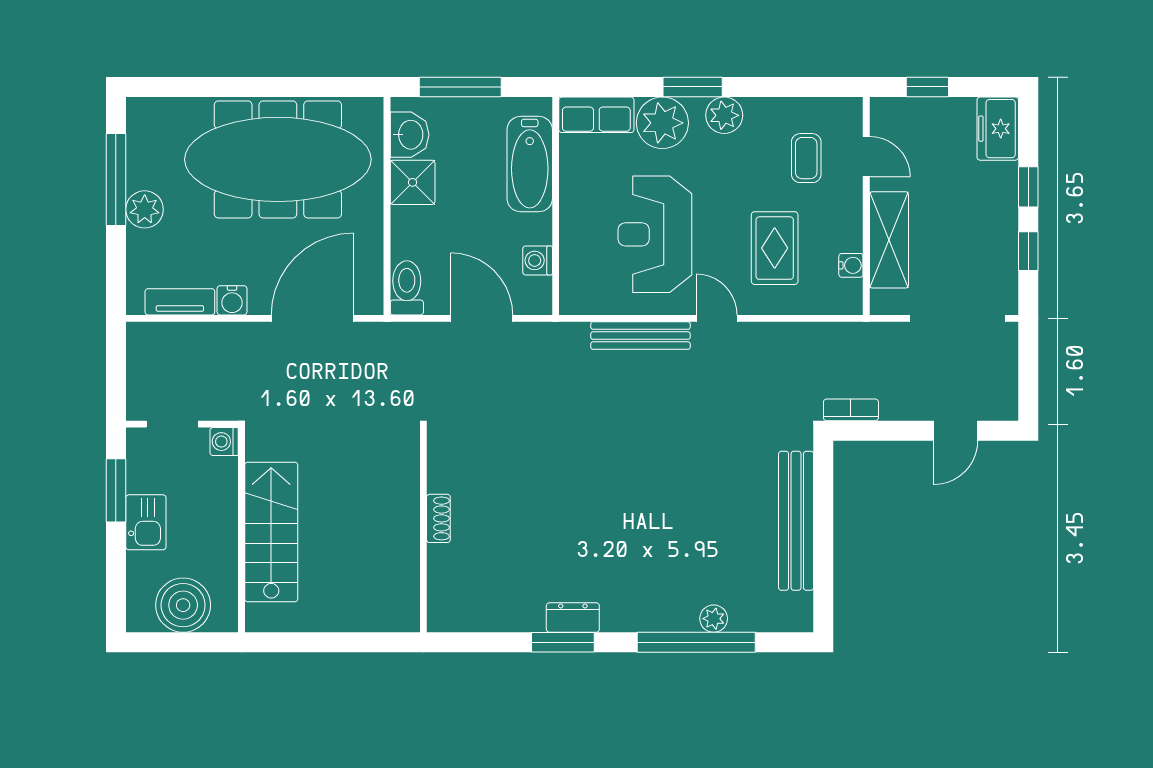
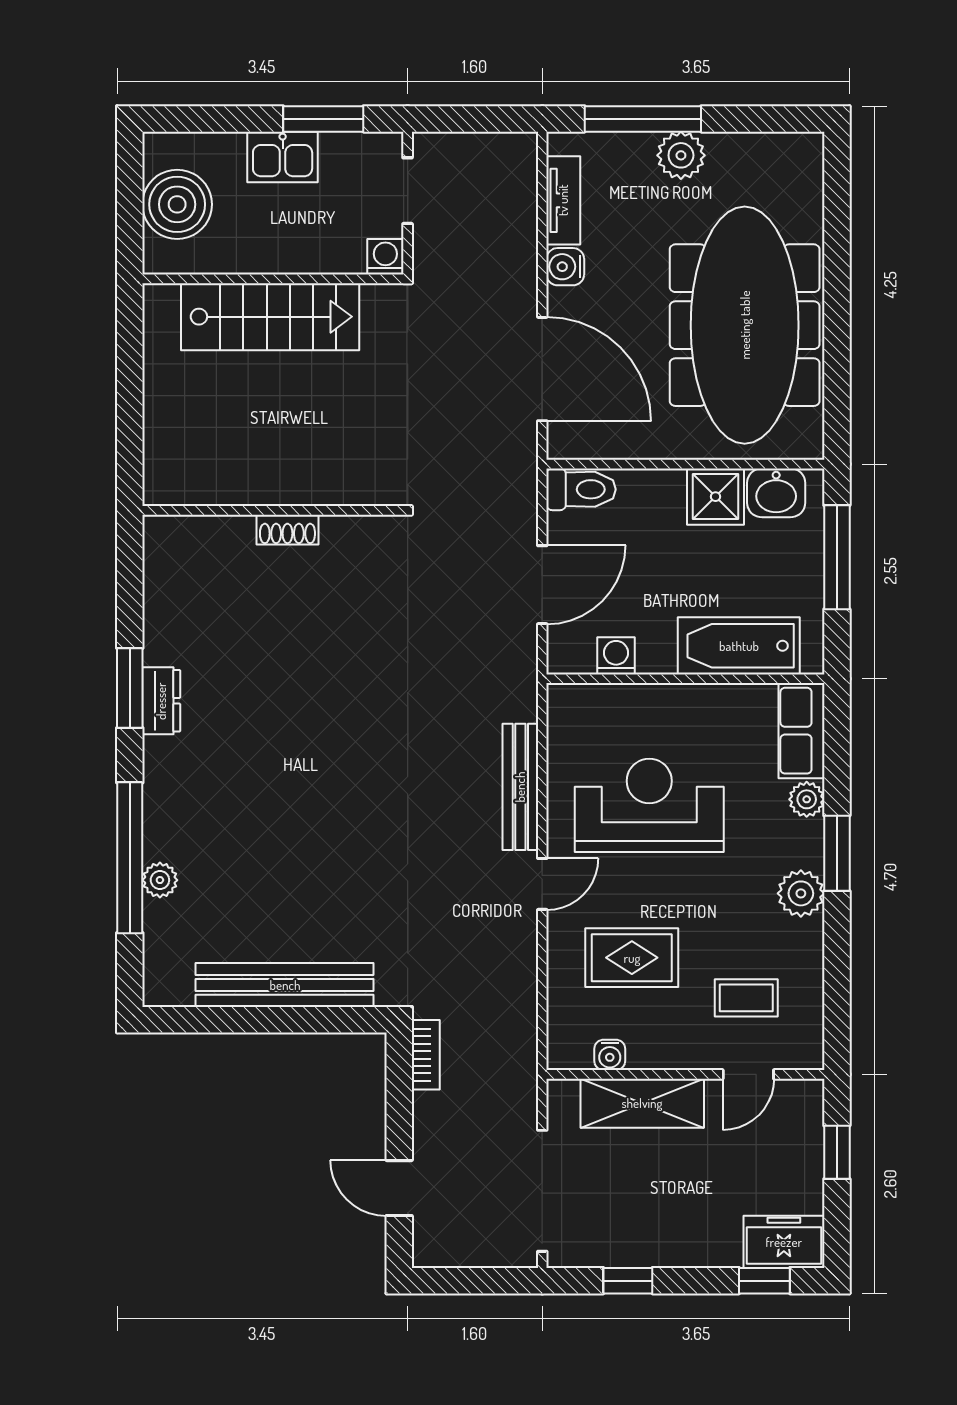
plant: (662, 123) -> (807, 799), width x0.53, depth x0.53
window: (116, 180) -> (643, 119), moved
window: (1028, 187) -> (764, 1281), moved

